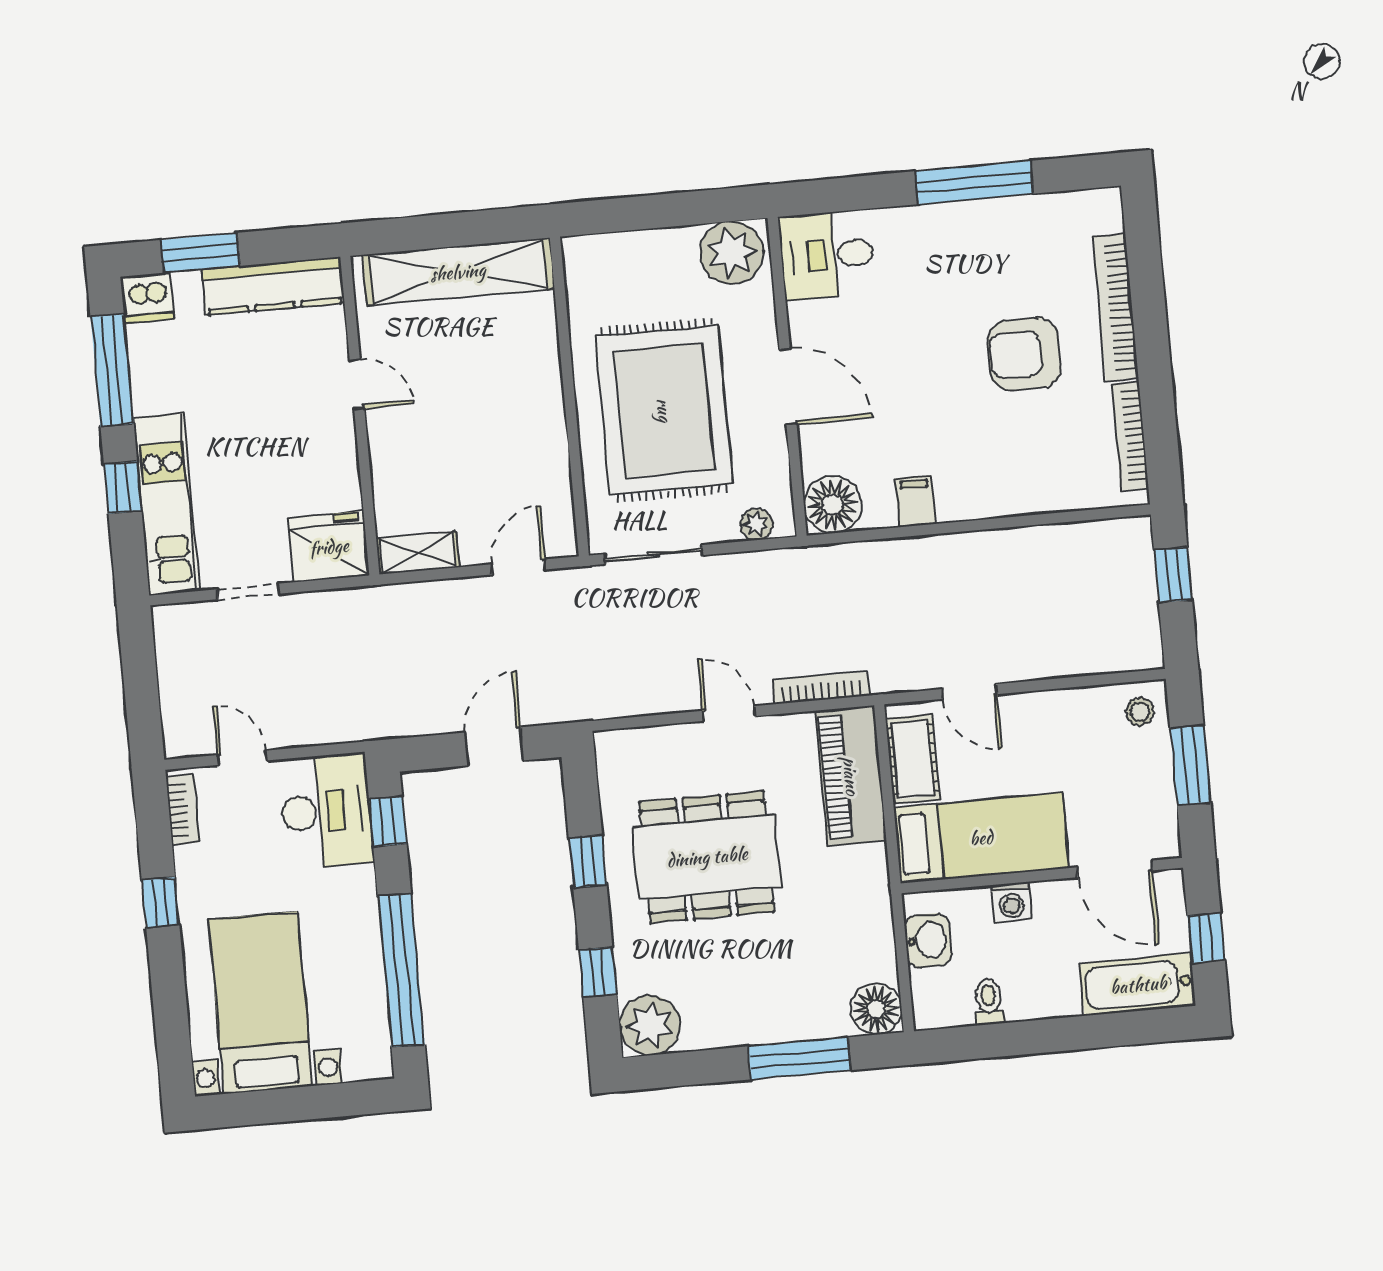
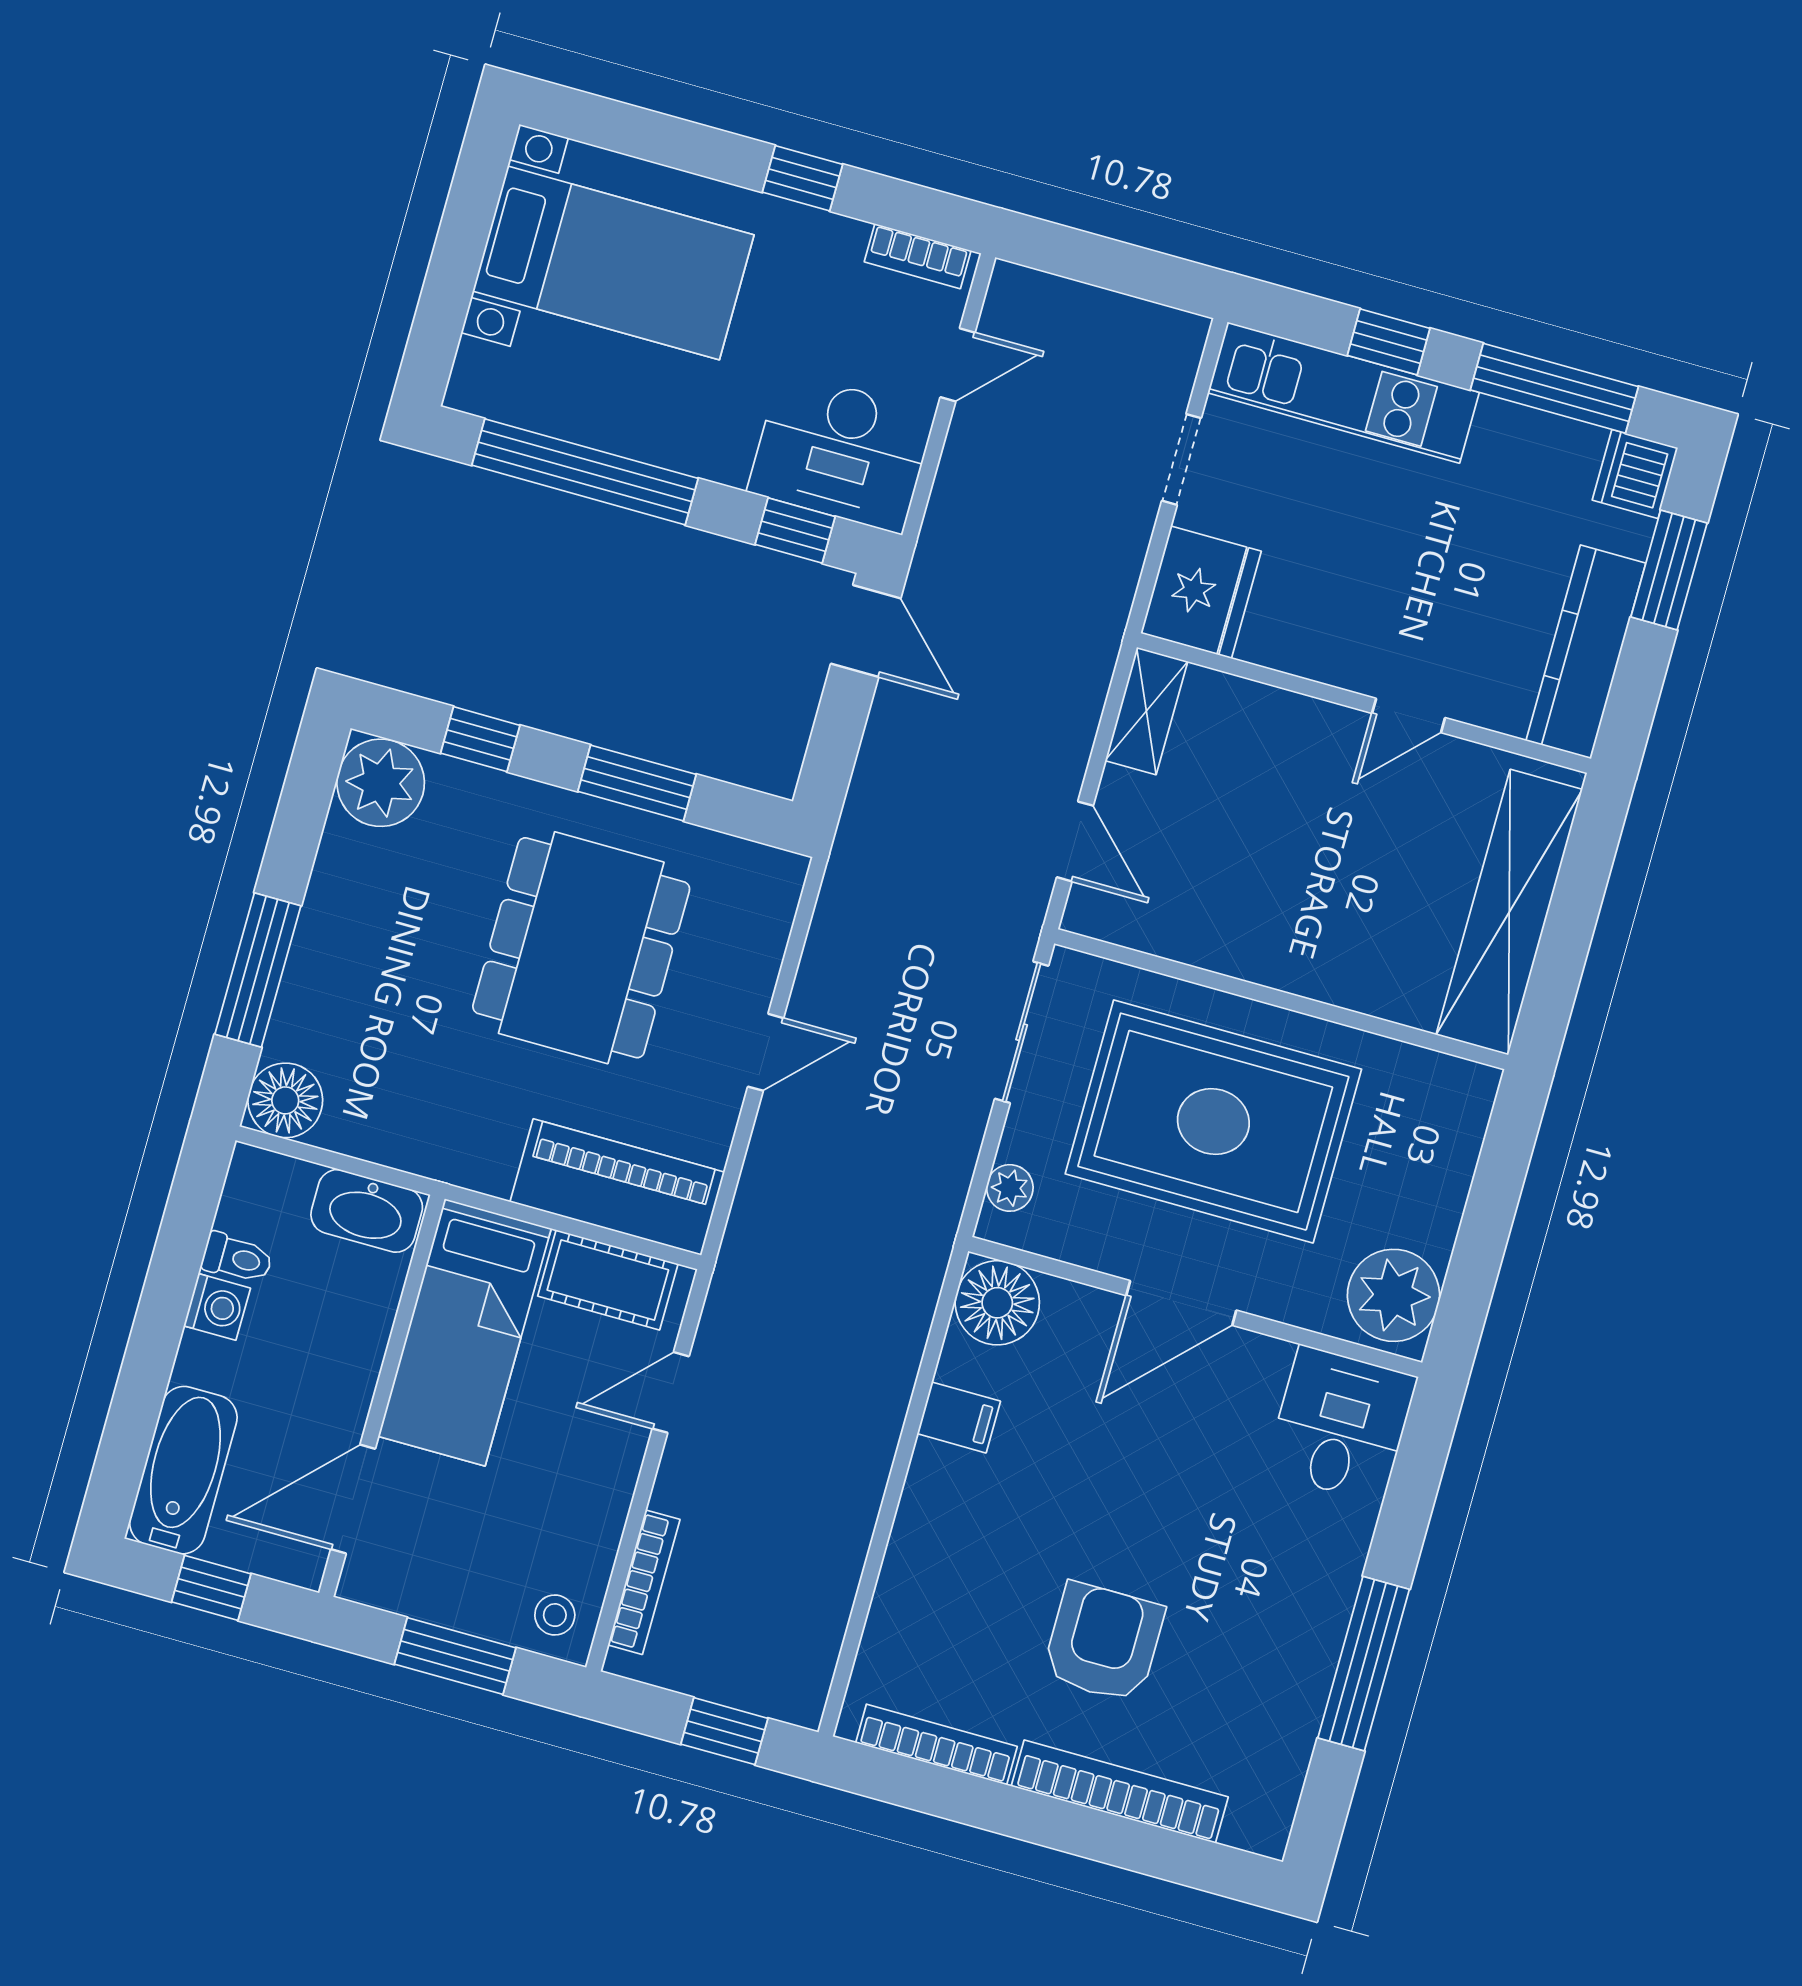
bookcase: (821, 688) -> (644, 1582), moved
door: (494, 746) -> (866, 631), moved
window: (588, 861) -> (637, 783), width x1.50
washing machine: (1011, 902) -> (217, 1307), moved, turned 180
washbasin: (928, 940) -> (367, 1211), width x1.38

